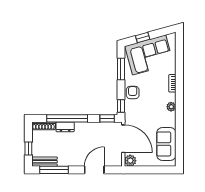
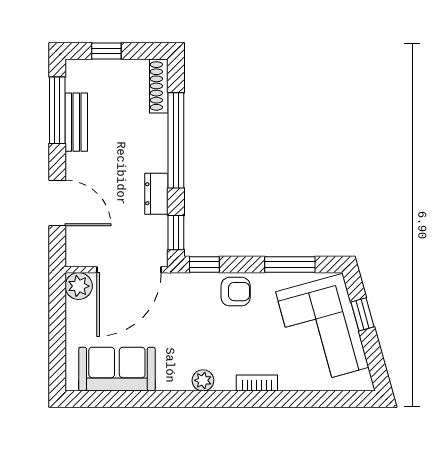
dresser: (65, 127) -> (156, 194), moved
bench: (44, 162) -> (76, 122), moved

